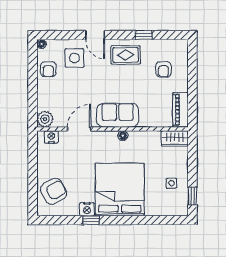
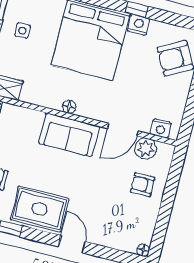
rug: (126, 55) -> (40, 209), width x1.36, depth x1.43
side table: (74, 58) -> (106, 222), removed
armchair: (48, 69) -> (143, 185), moved, turned -90
plant: (45, 119) -> (146, 149), moved

